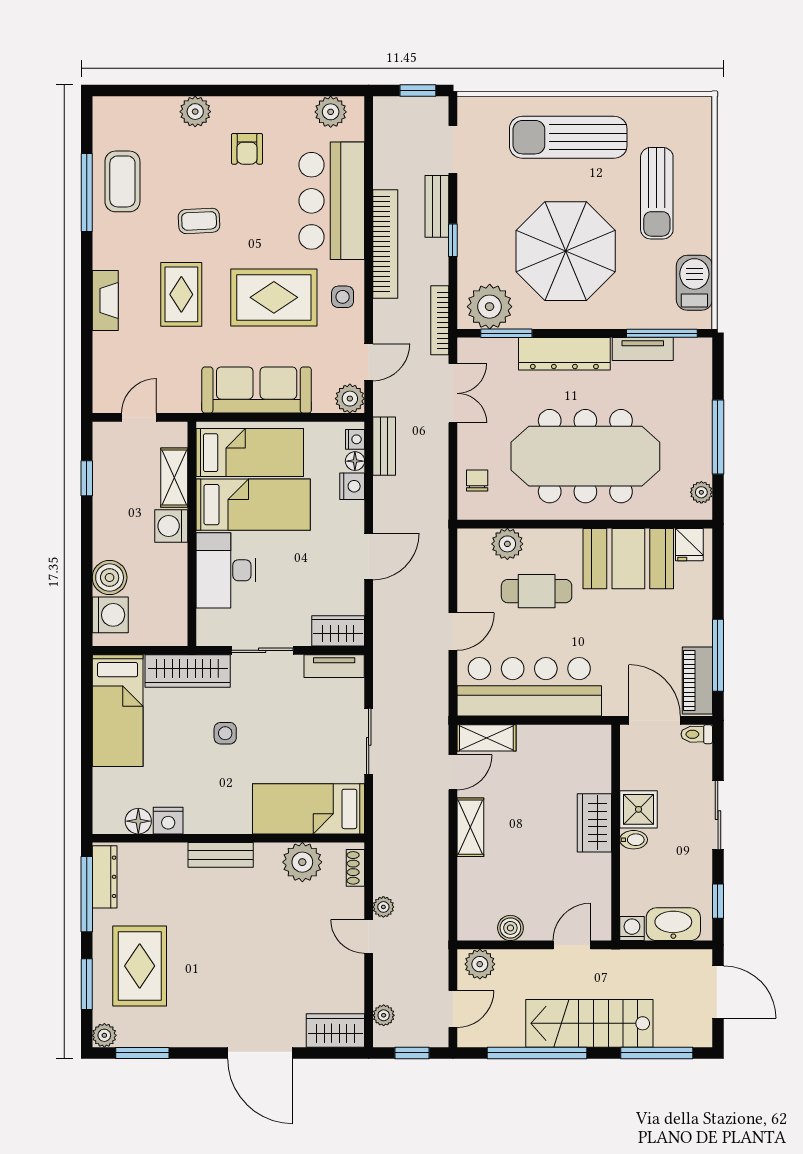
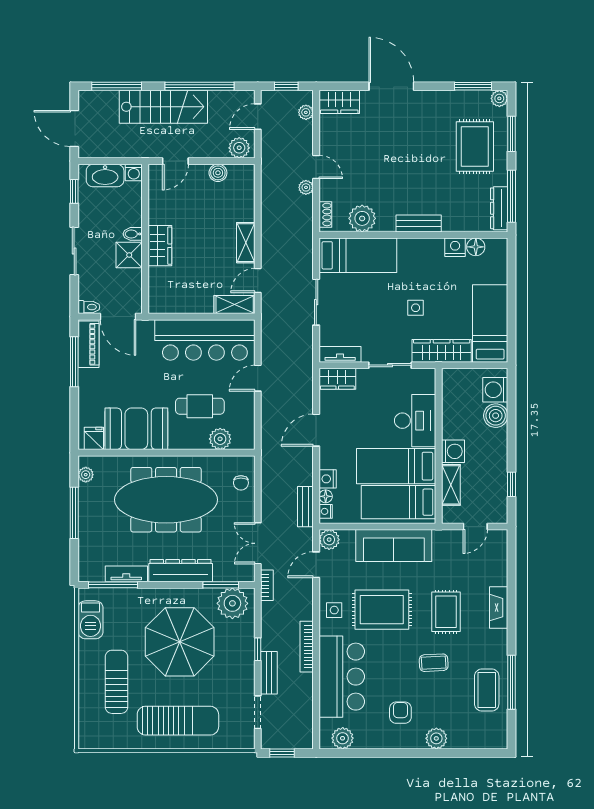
bookcase: (385, 244) -> (307, 647), width x0.68, depth x0.76
bookcase: (440, 320) -> (267, 585), width x0.64

